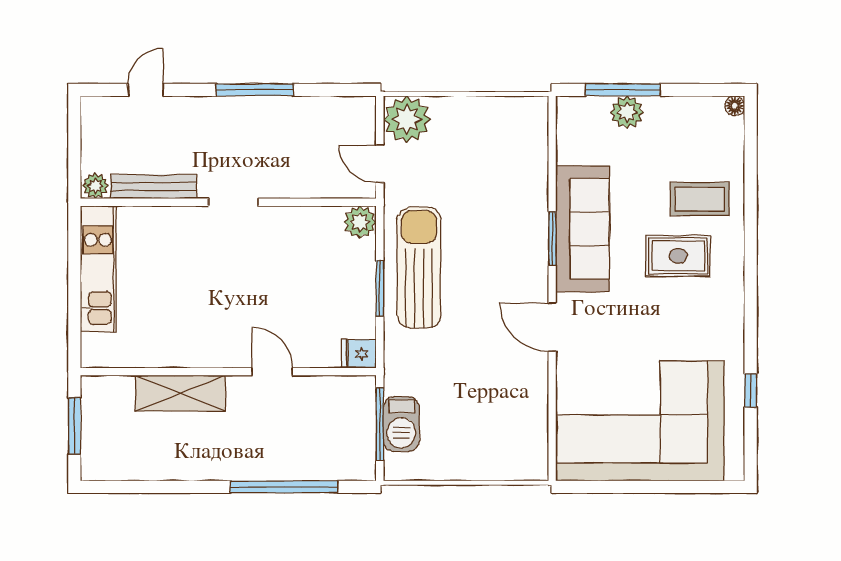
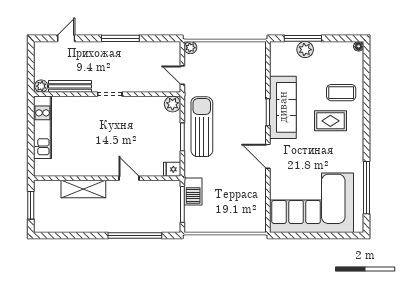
plant: (407, 119) -> (190, 48), width x0.53, depth x0.53
window: (751, 390) -> (366, 188), width x3.17
barbecue: (401, 424) -> (193, 191), moved

